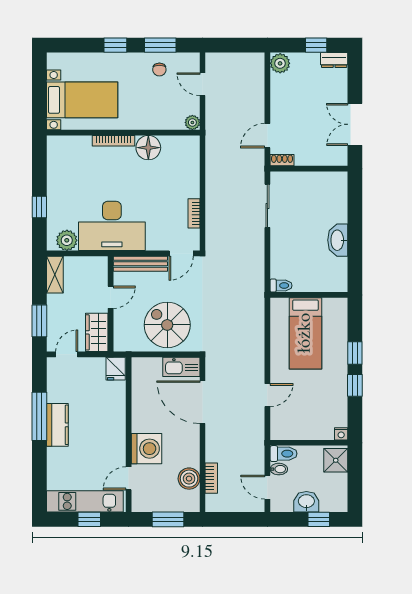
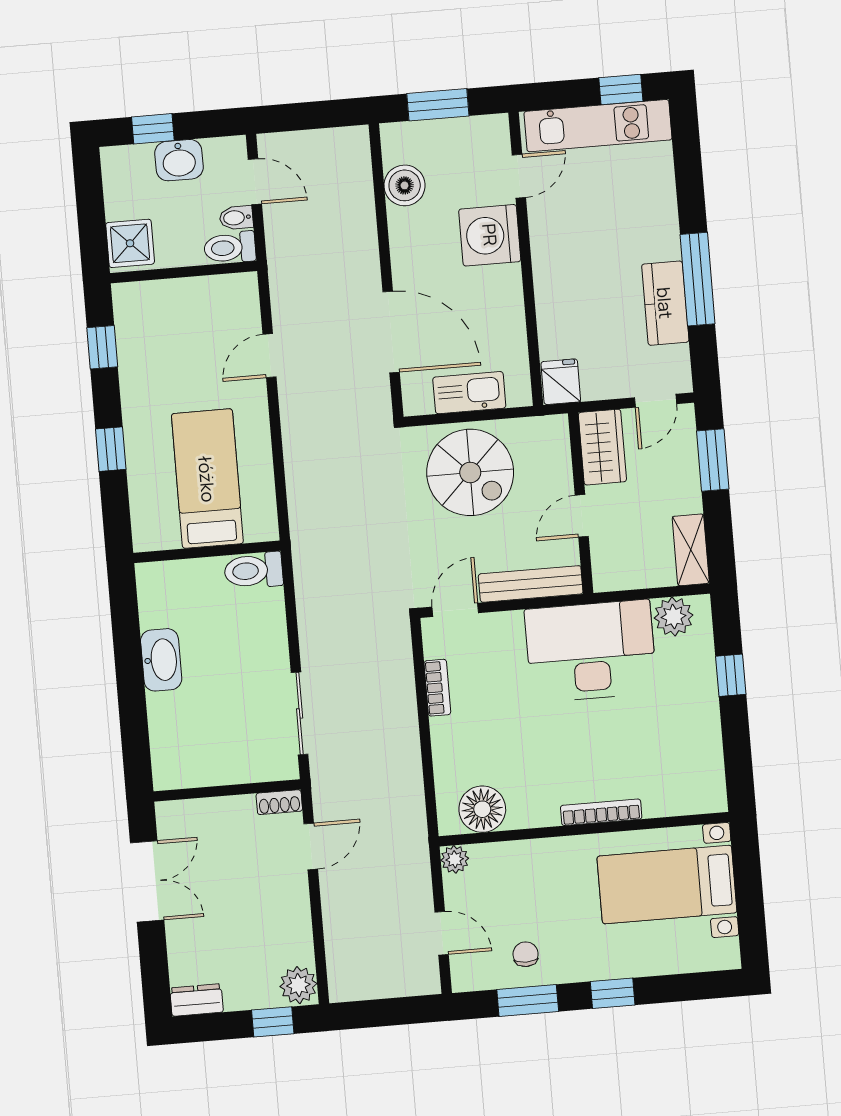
window: (316, 45) -> (273, 1022), moved
floor lamp: (148, 148) -> (482, 809), moved
toilet: (281, 286) -> (254, 570), width x1.37, depth x1.39
kitchen sink: (181, 367) -> (469, 393), moved
window: (355, 385) -> (102, 347), moved
kitchen counter: (57, 425) -> (665, 303), moved
nightstand: (341, 434) -> (124, 294), removed
bookcase: (211, 478) -> (362, 190), removed
window: (89, 519) -> (621, 89), moved

